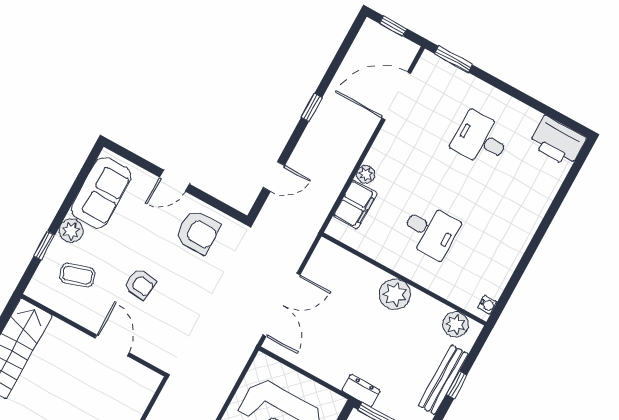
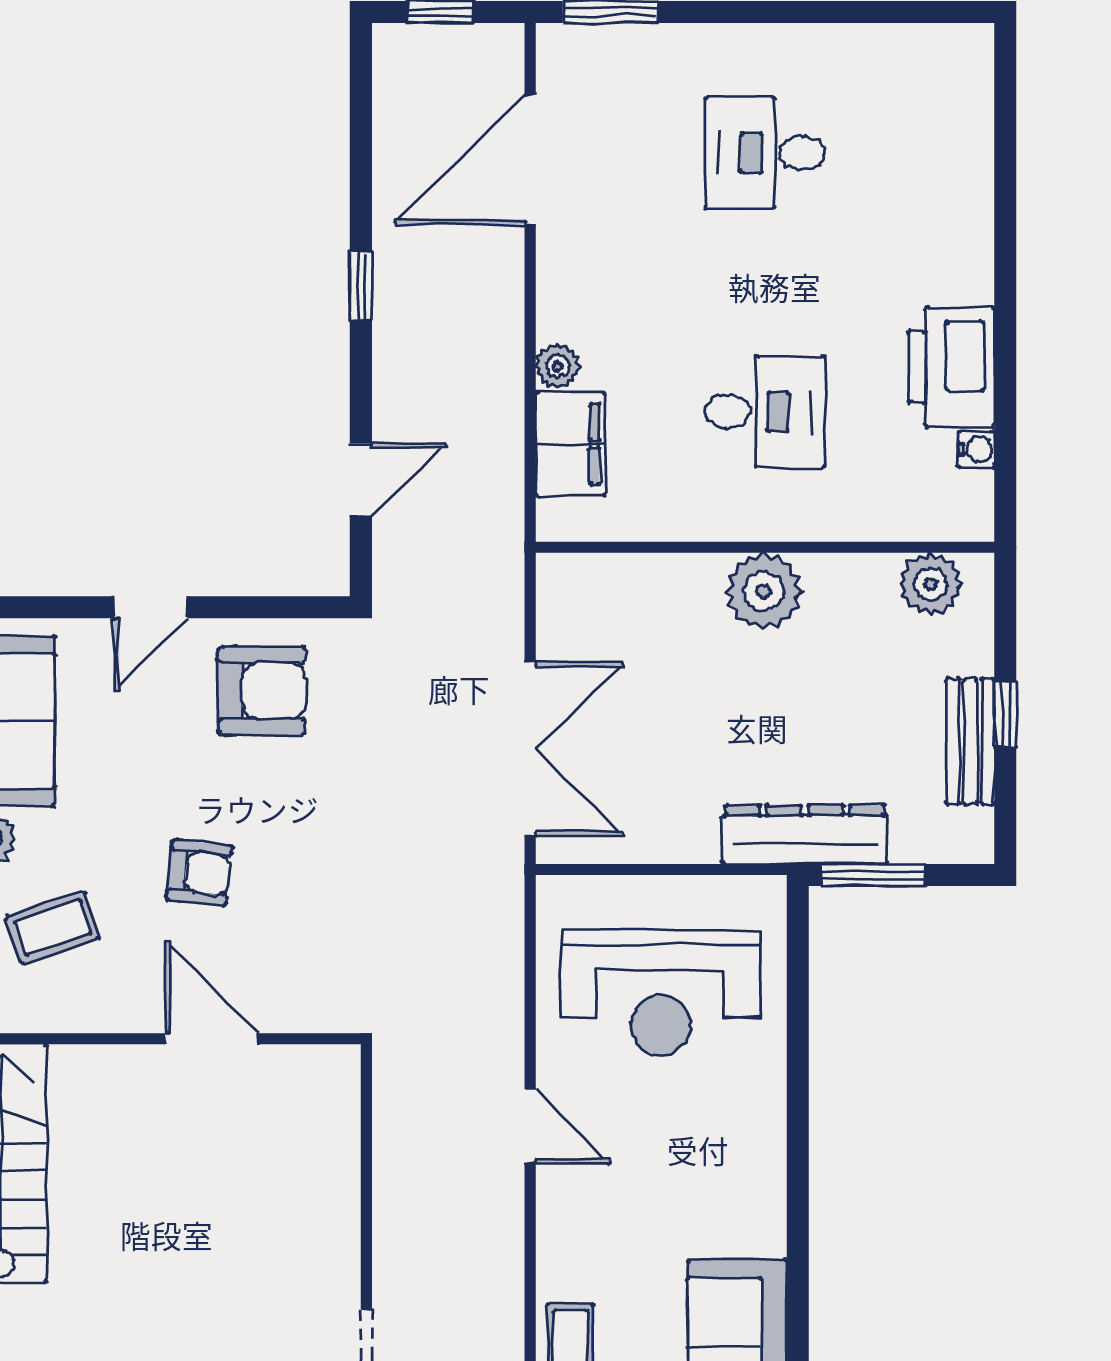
printer: (558, 141) -> (951, 367), moved, turned 90
water cooler: (487, 305) -> (976, 449), moved
bench: (443, 380) -> (970, 741), width x0.73
dresser: (361, 391) -> (805, 834), width x1.96, depth x1.24

